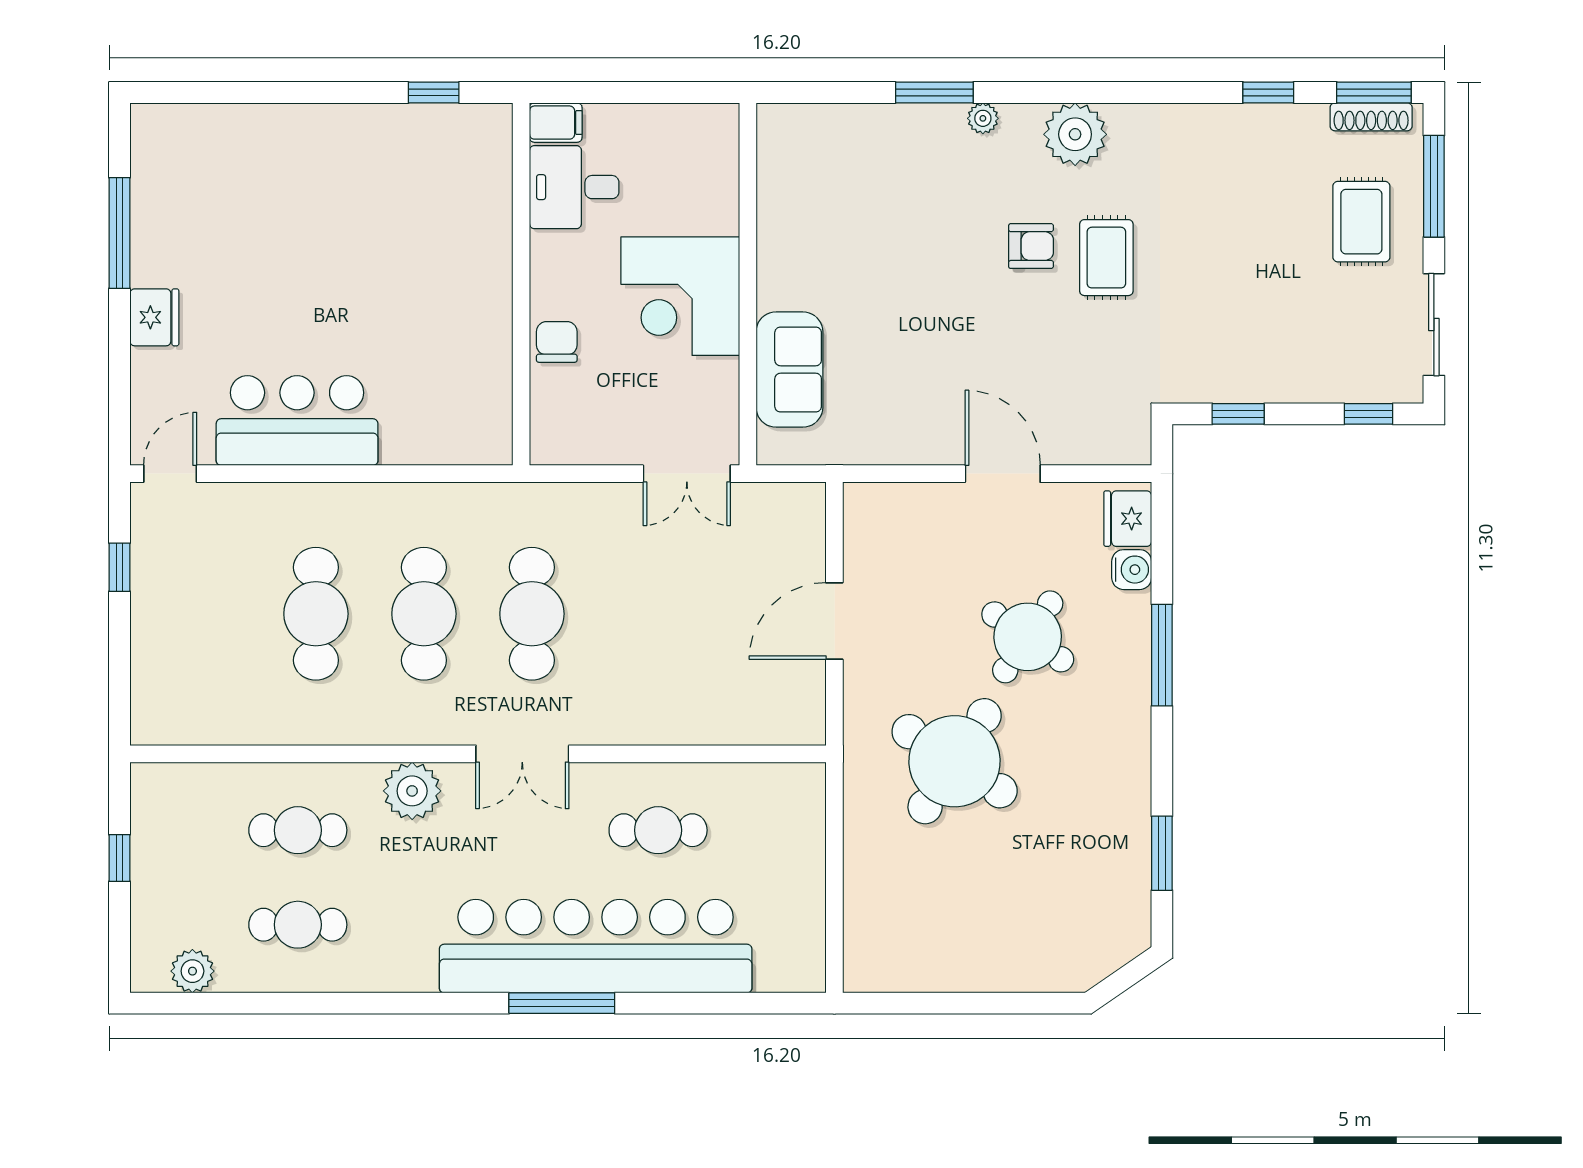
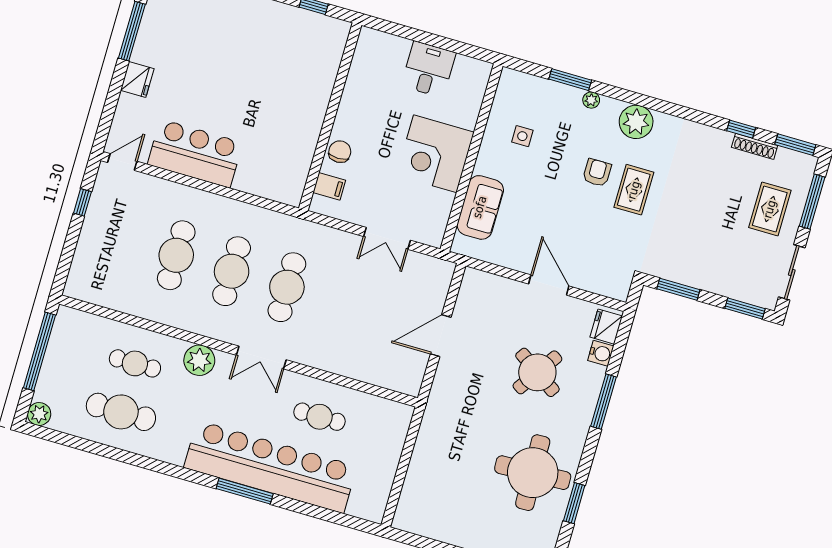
shoe rack: (1371, 117) -> (755, 146), moved
filing cabinet: (556, 123) -> (329, 186), moved
desk: (574, 187) -> (429, 69), moved, turned 90
side table: (878, 219) -> (522, 136), added
armchair: (1031, 246) -> (597, 173), turned -90
wall: (748, 284) -> (472, 158), moved
corner desk: (680, 296) -> (435, 154), moved
sofa: (789, 370) -> (480, 207), moved
window: (1238, 414) -> (678, 289), width x1.50
window: (1368, 414) -> (745, 309), width x1.50
round table: (955, 761) -> (533, 473), moved, turned -35
window: (119, 858) -> (39, 351), width x3.17
cafe table: (298, 925) -> (121, 412), width x1.37, depth x1.35
plant: (192, 971) -> (39, 414), moved

